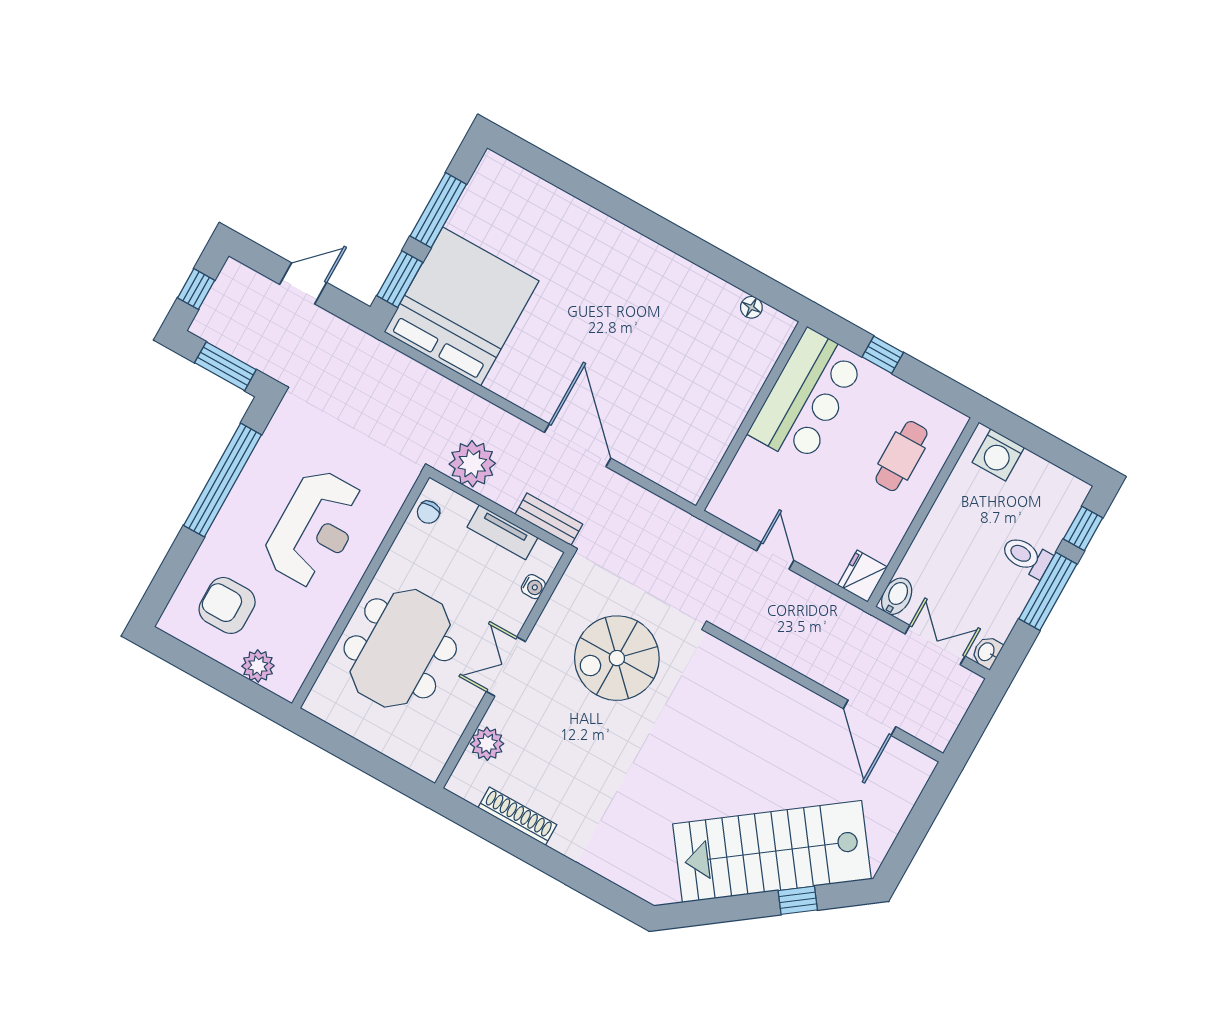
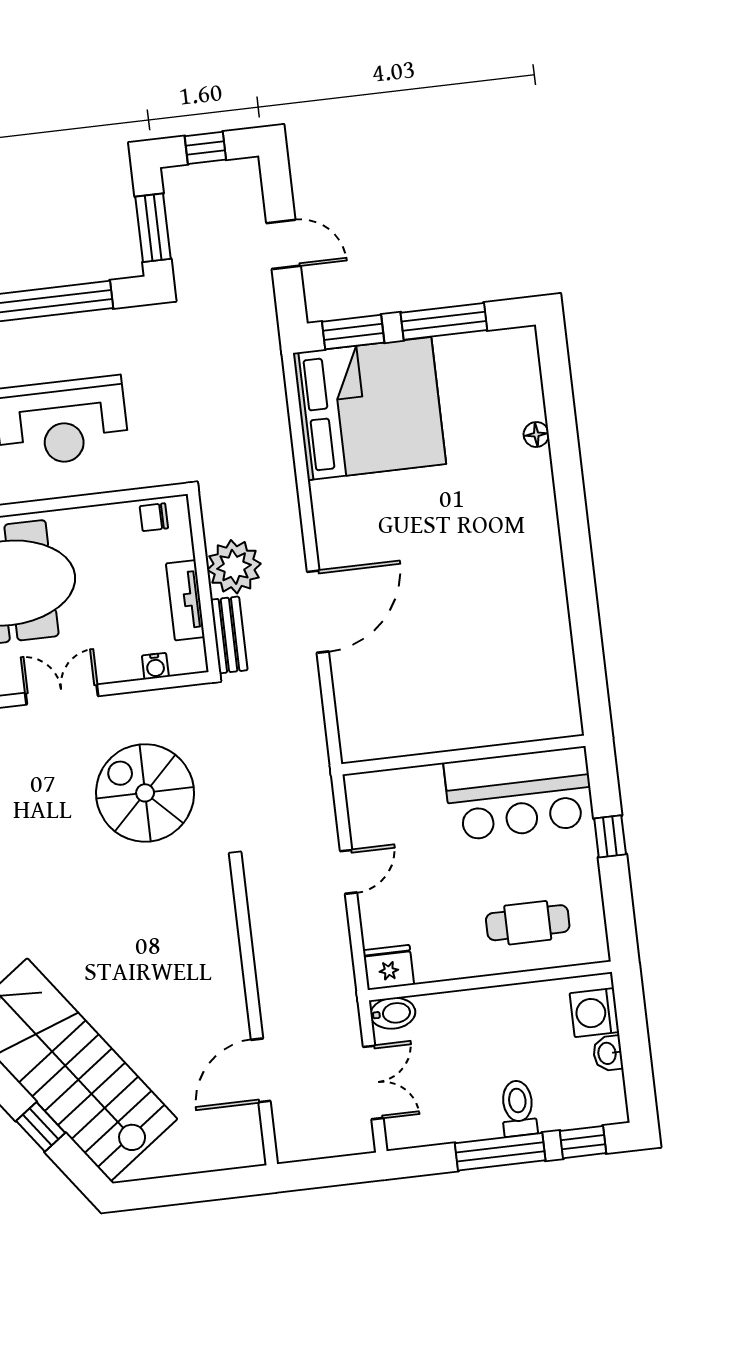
floor lamp: (751, 307) -> (536, 434), moved
plant: (472, 464) -> (234, 567), moved
washbasin: (987, 652) -> (608, 1053), moved, turned -90

